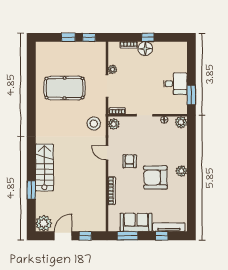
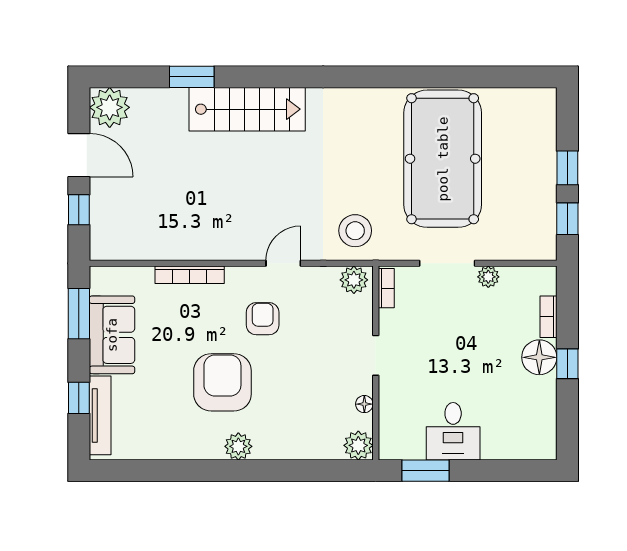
pool table: (65, 88) -> (443, 159), width x1.36, depth x1.32
armchair: (130, 161) -> (263, 319), turned -90

